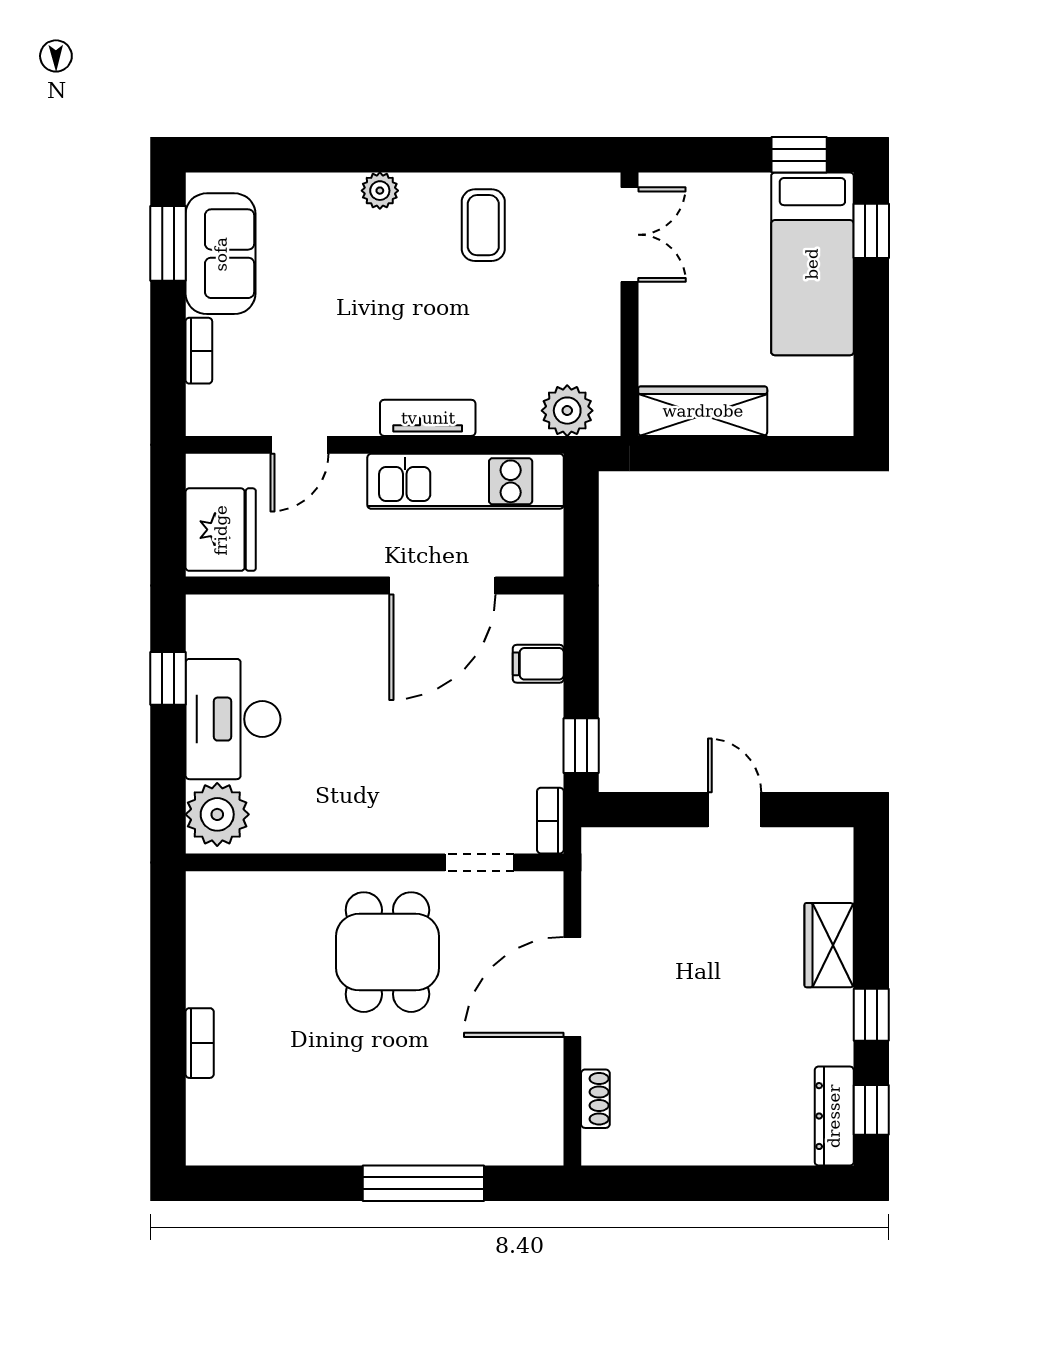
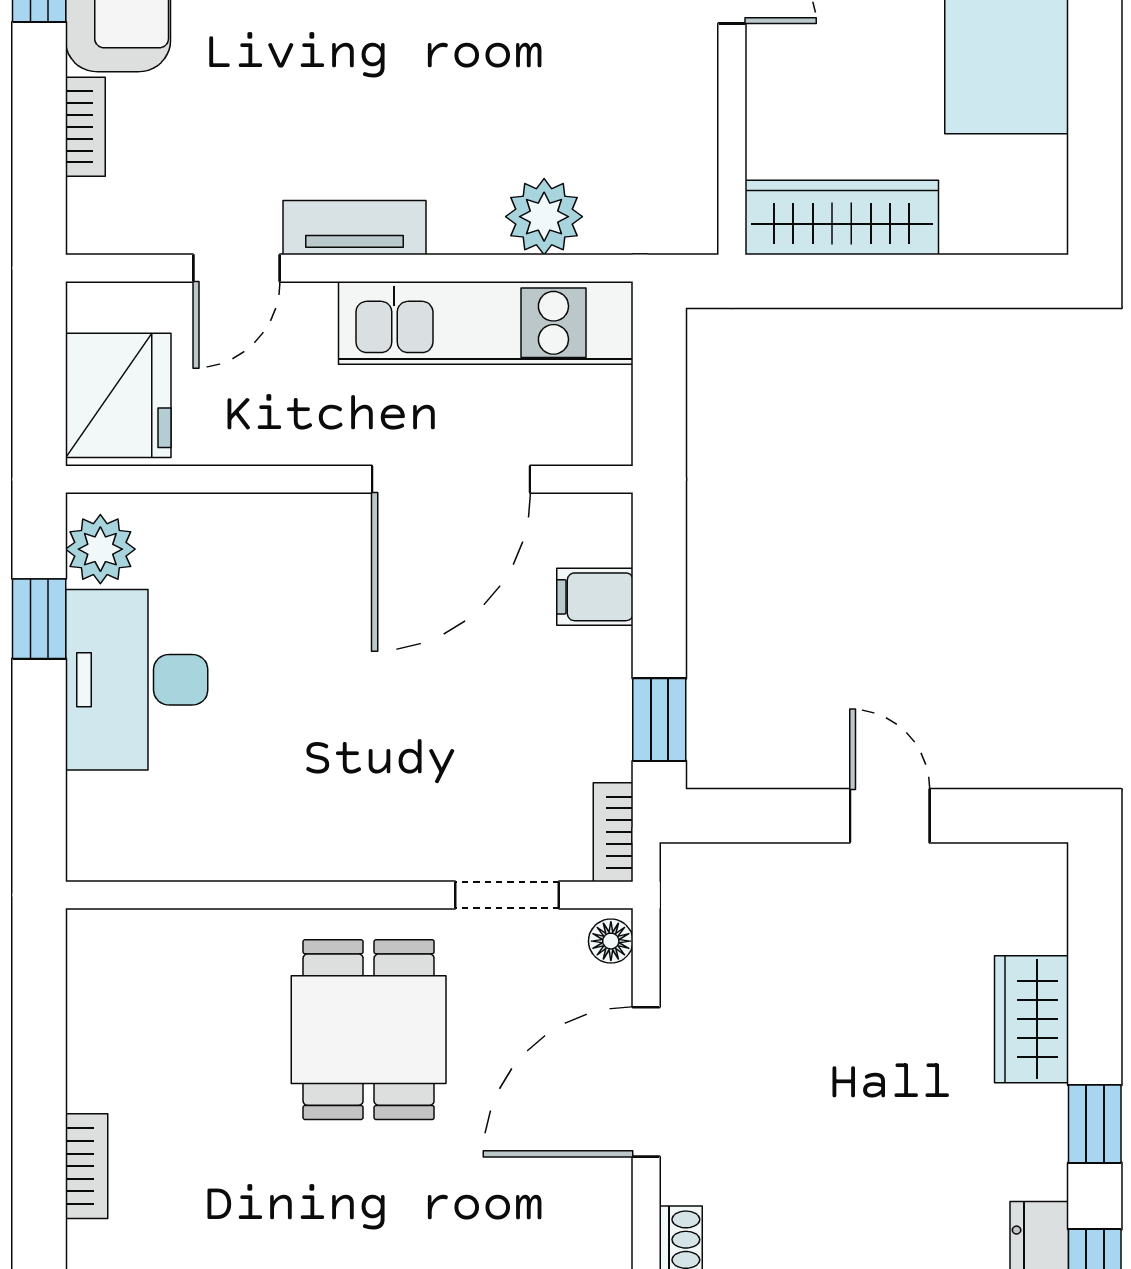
plant: (567, 411) -> (544, 217), moved
tv unit: (428, 418) -> (355, 228), moved
plant: (217, 814) -> (100, 549), moved, width x0.73, depth x0.73
floor lamp: (549, 893) -> (611, 941), added

